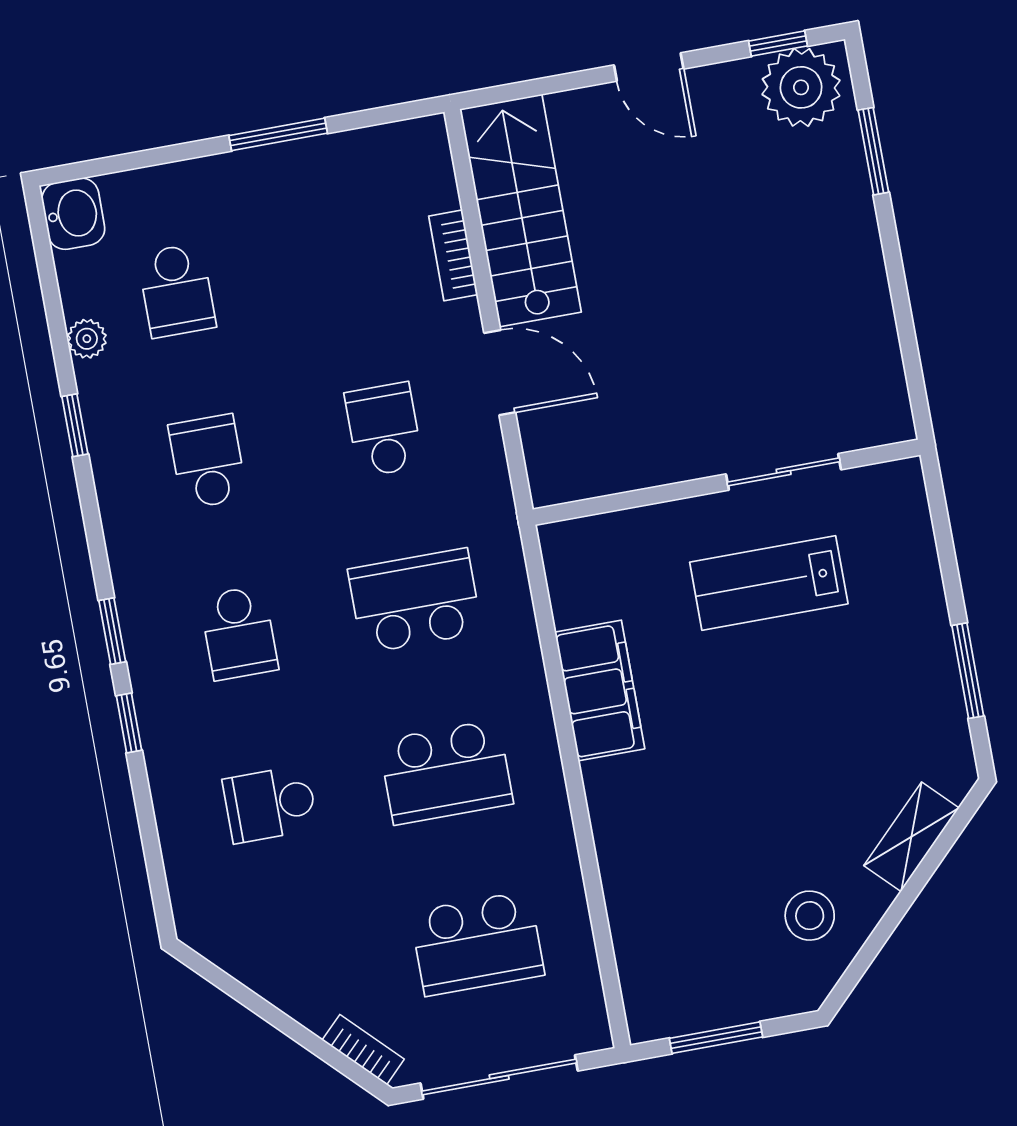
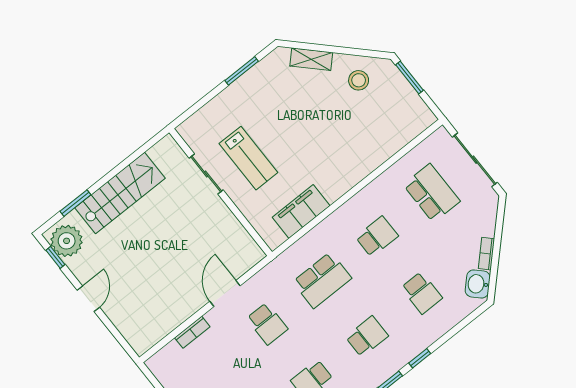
stairs: (521, 211) -> (120, 193), moved, turned 180
school desk: (384, 430) -> (267, 324), turned -90
school desk: (415, 601) -> (322, 280), turned -90
filing cabinet: (600, 691) -> (301, 211), moved
school desk: (446, 772) -> (377, 237), width x0.54
washbasin: (224, 937) -> (478, 284), added
window: (716, 1038) -> (409, 78), moved
bookcase: (363, 1050) -> (486, 254), moved

